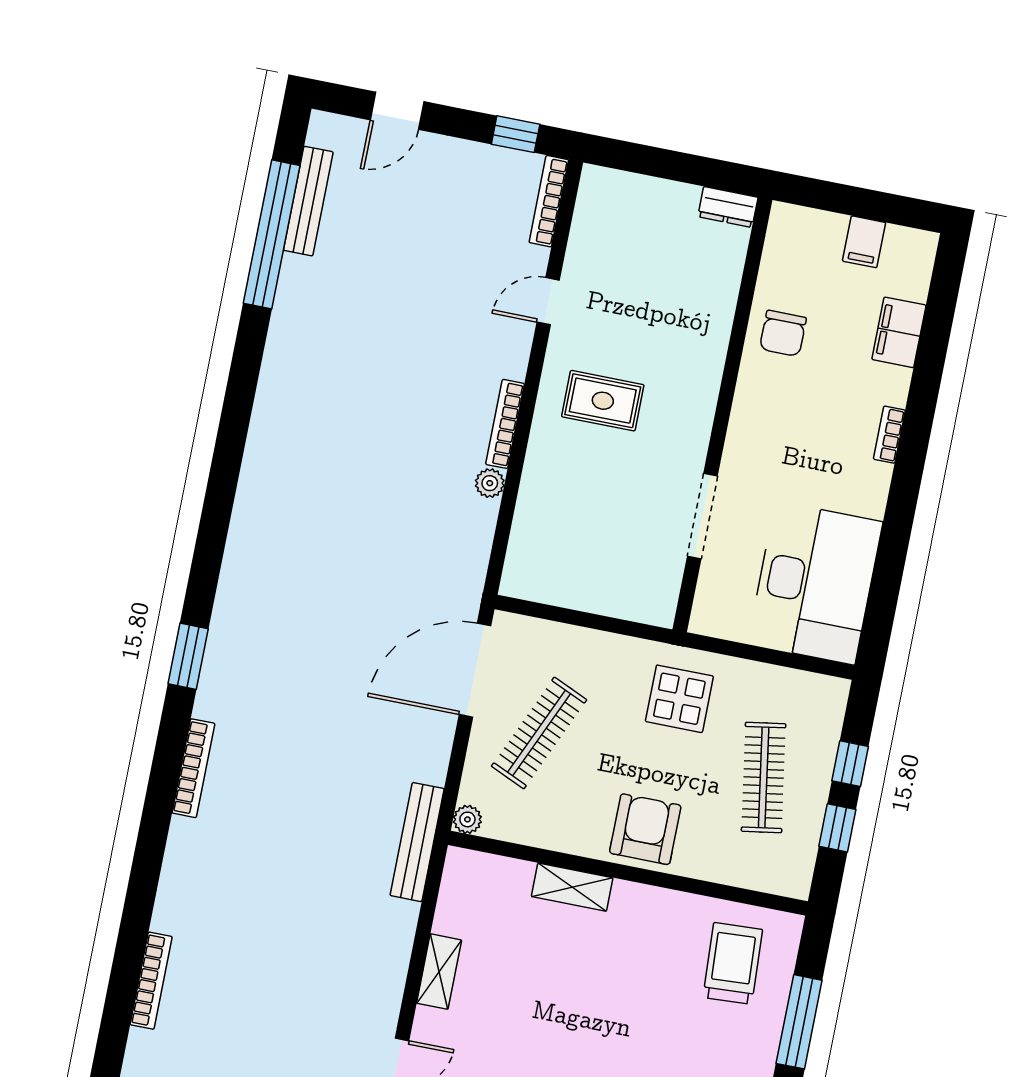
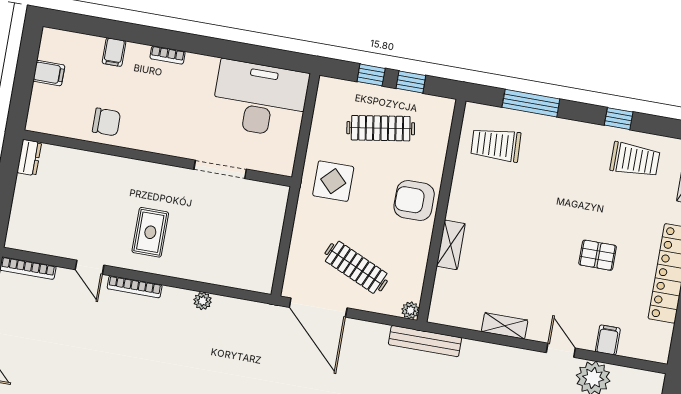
filing cabinet: (899, 332) -> (114, 52), width x0.50
bookcase: (505, 424) -> (135, 287), moved

